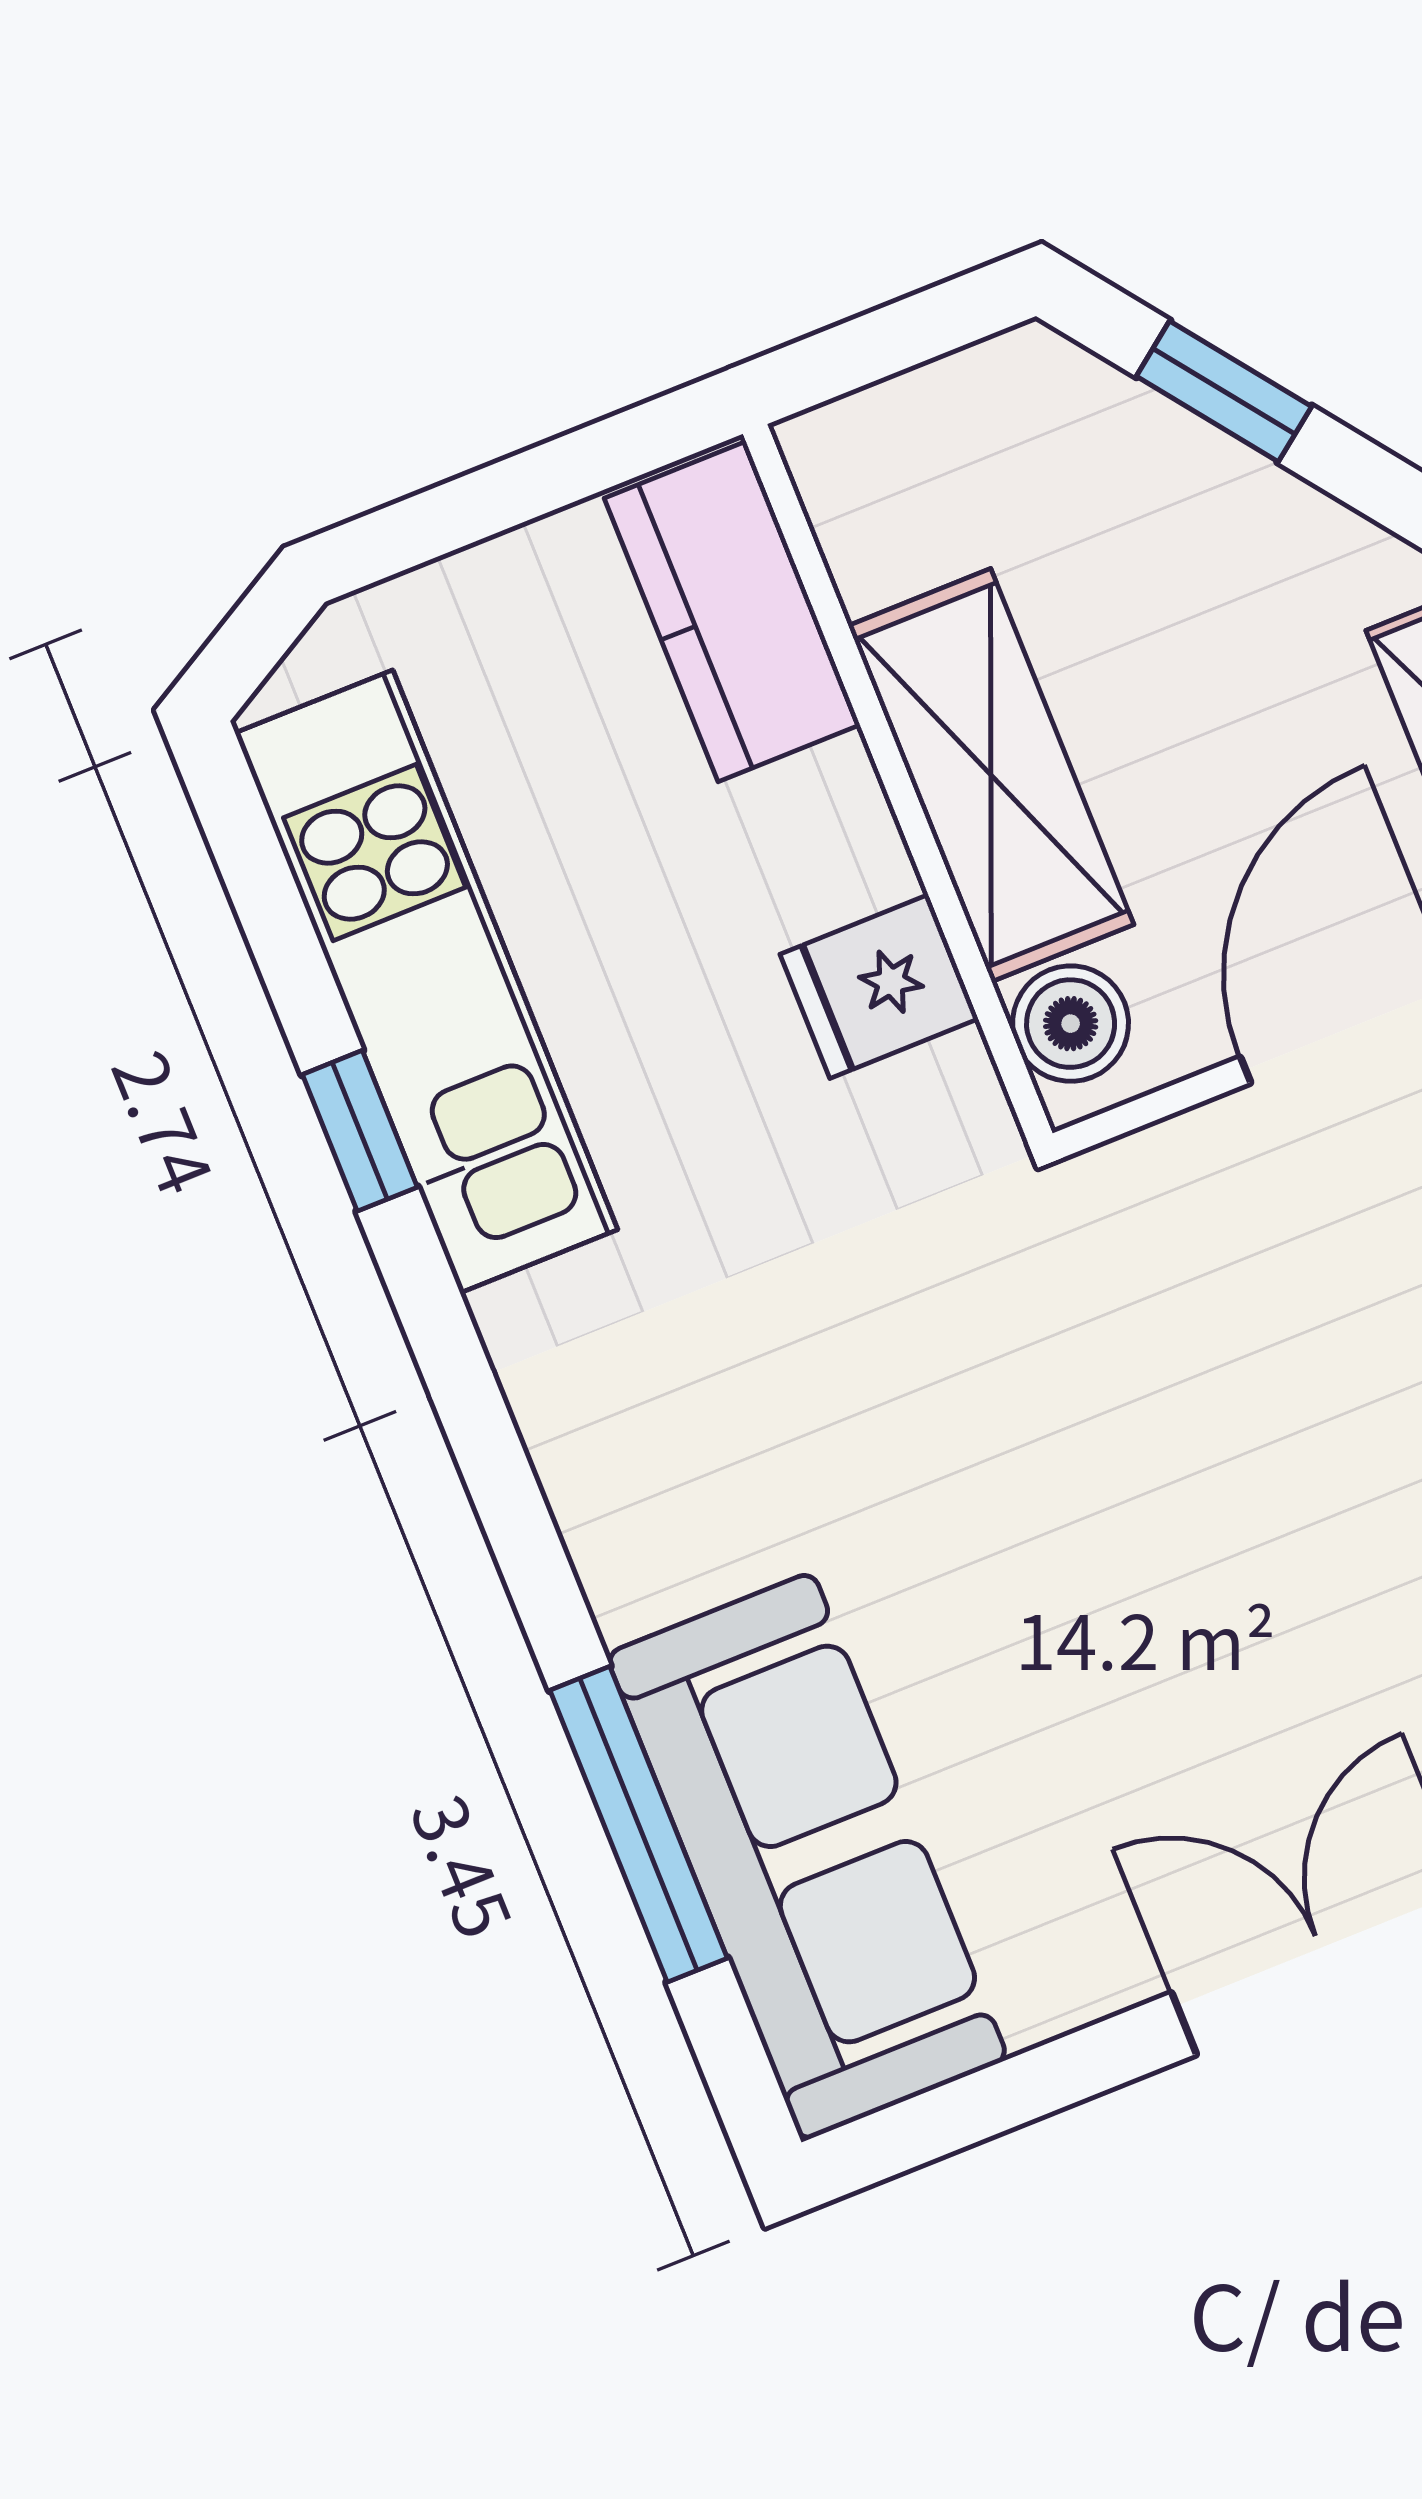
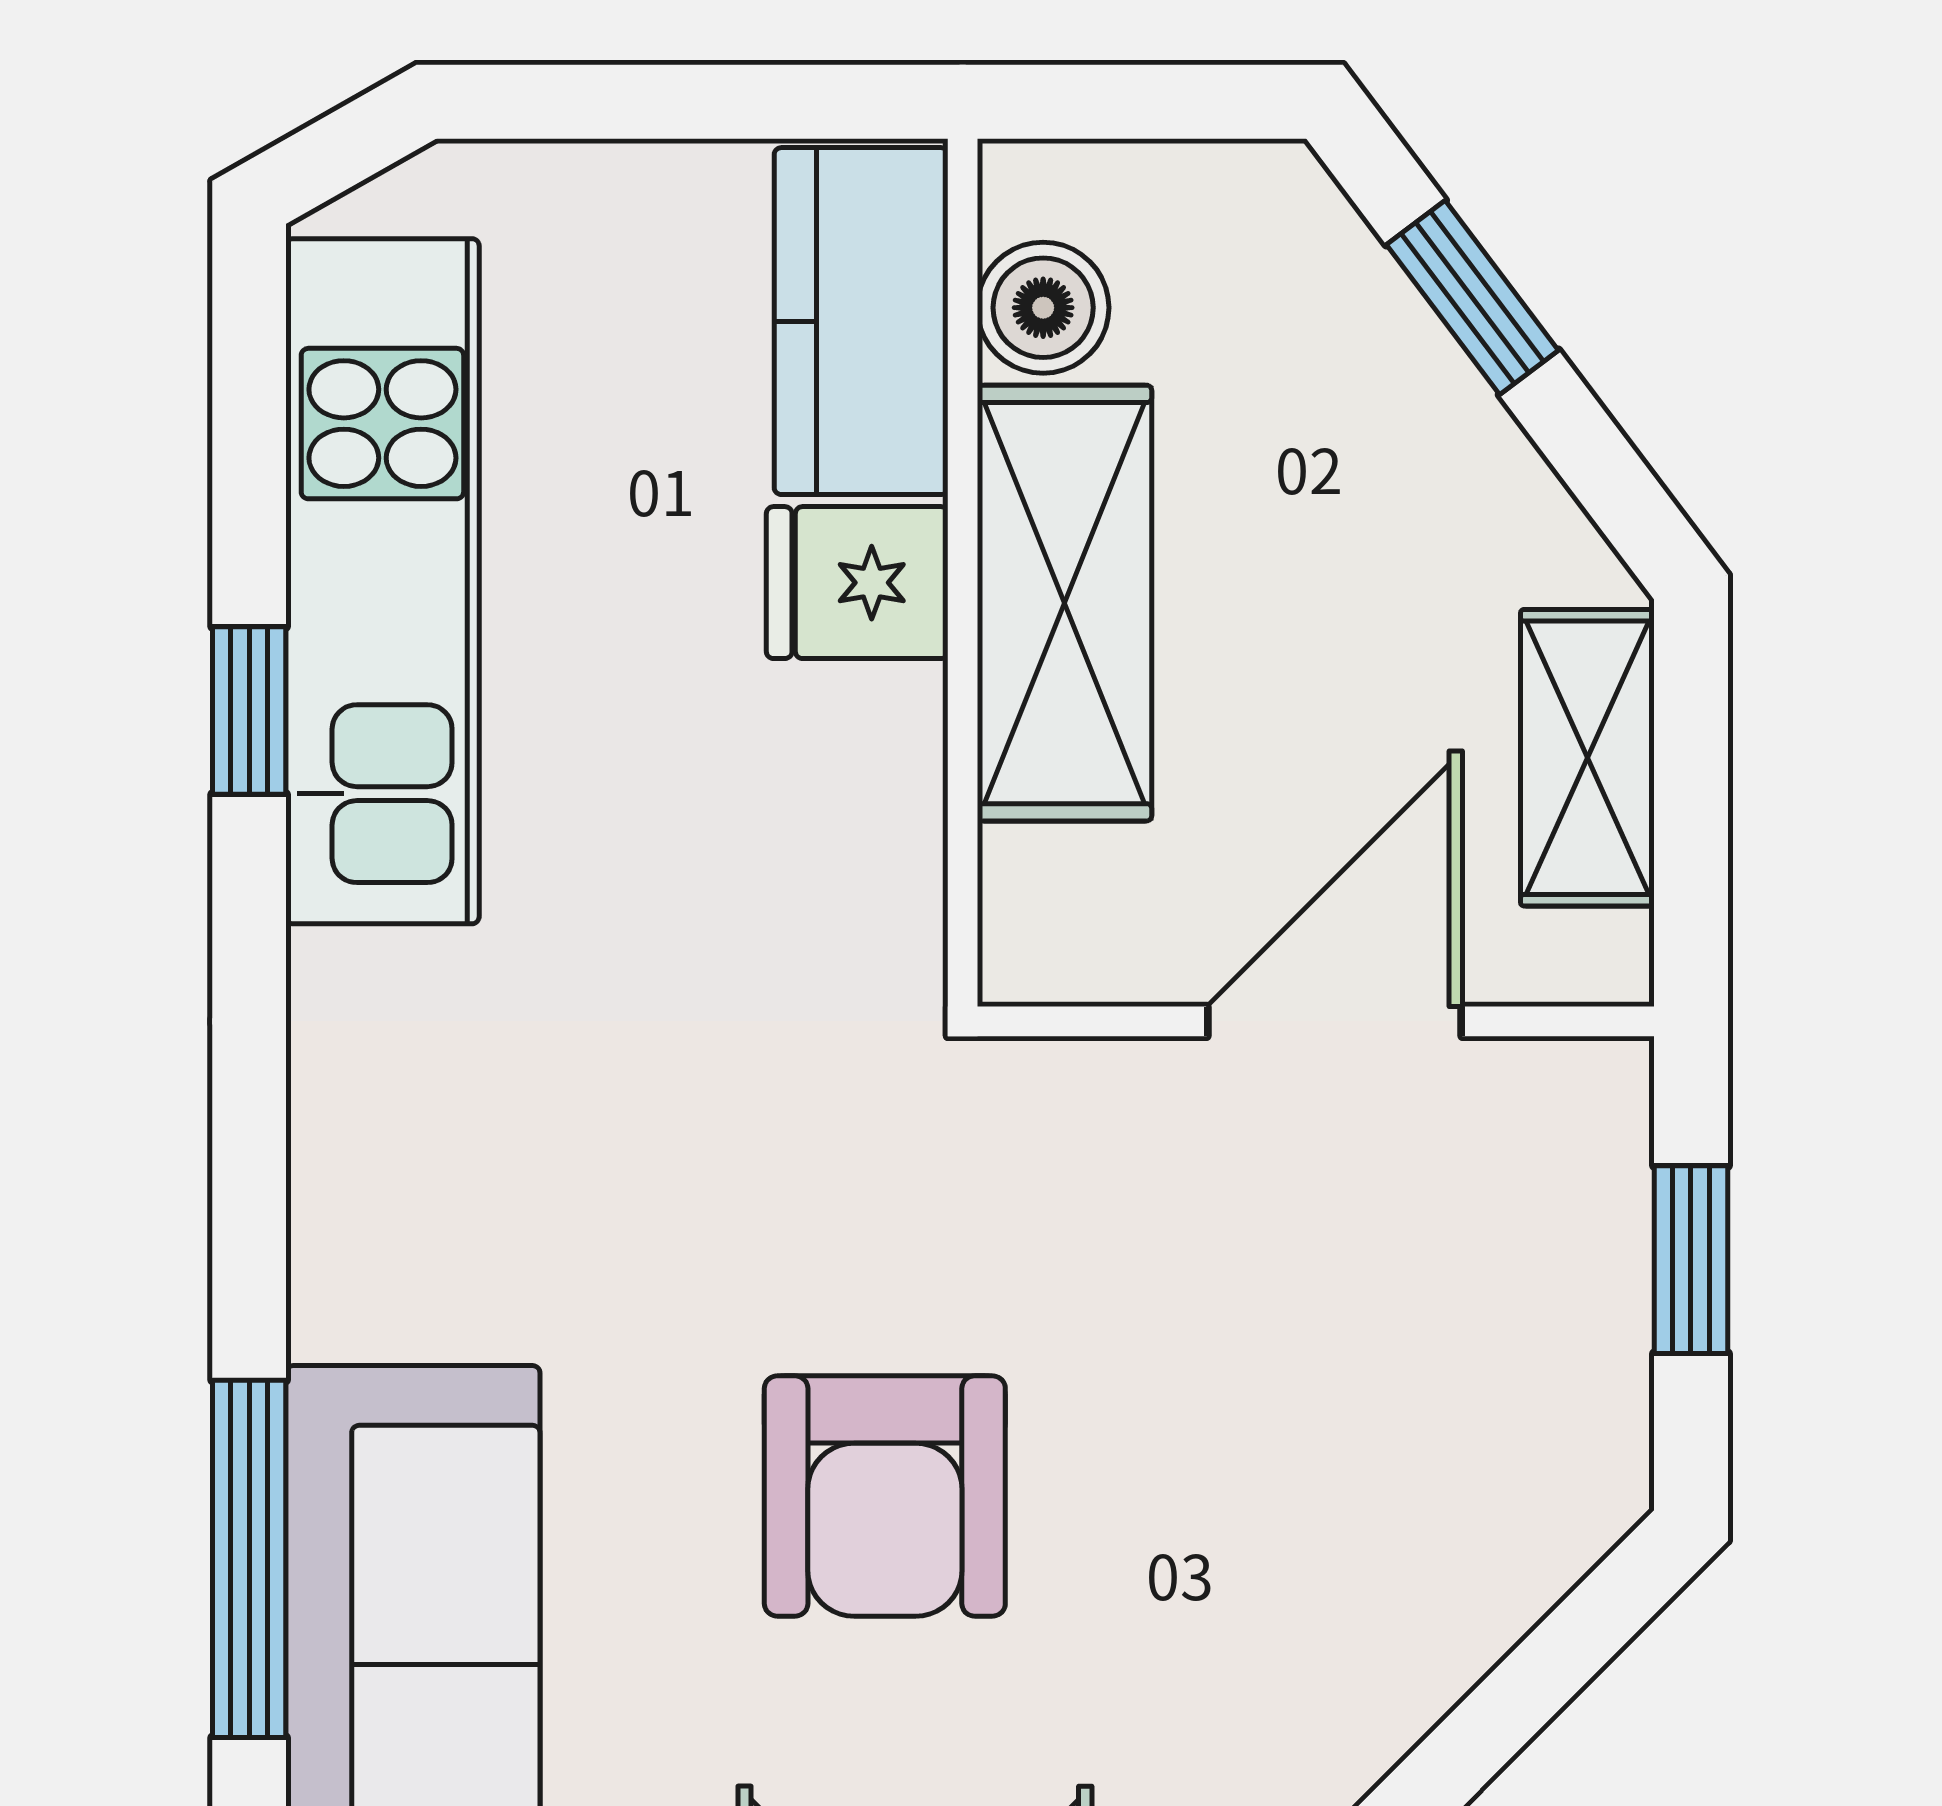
fridge: (879, 987) -> (857, 583), moved
boiler: (1071, 1024) -> (1043, 308), moved
armchair: (1138, 1564) -> (885, 1496), added

